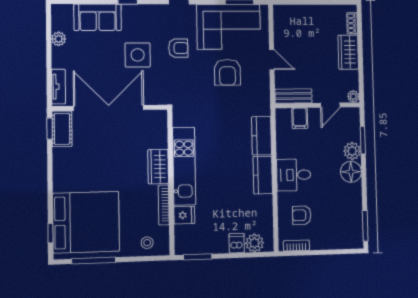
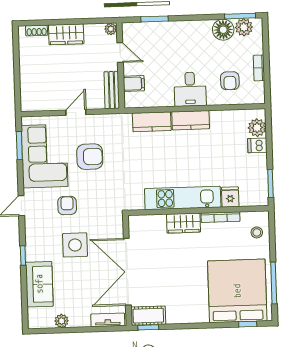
plant: (352, 151) -> (244, 27), moved
floor lamp: (351, 172) -> (223, 30), moved
bookcase: (296, 245) -> (259, 68), moved

